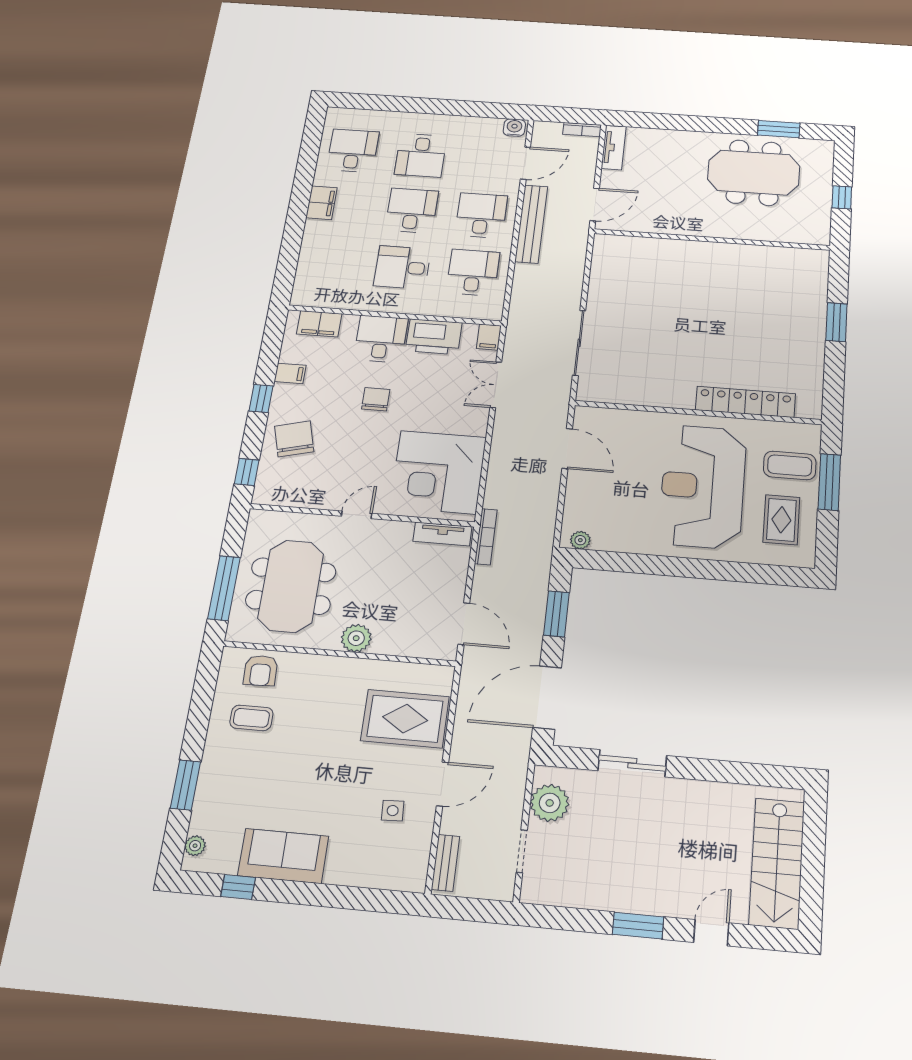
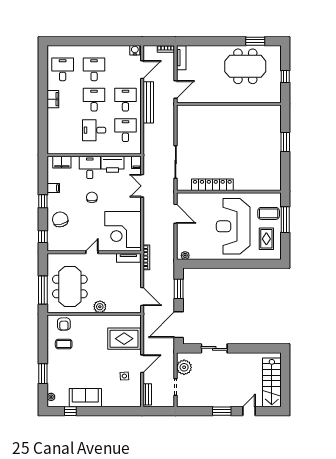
desk: (421, 155) -> (94, 69), turned 180
locker: (745, 402) -> (212, 185), moved

